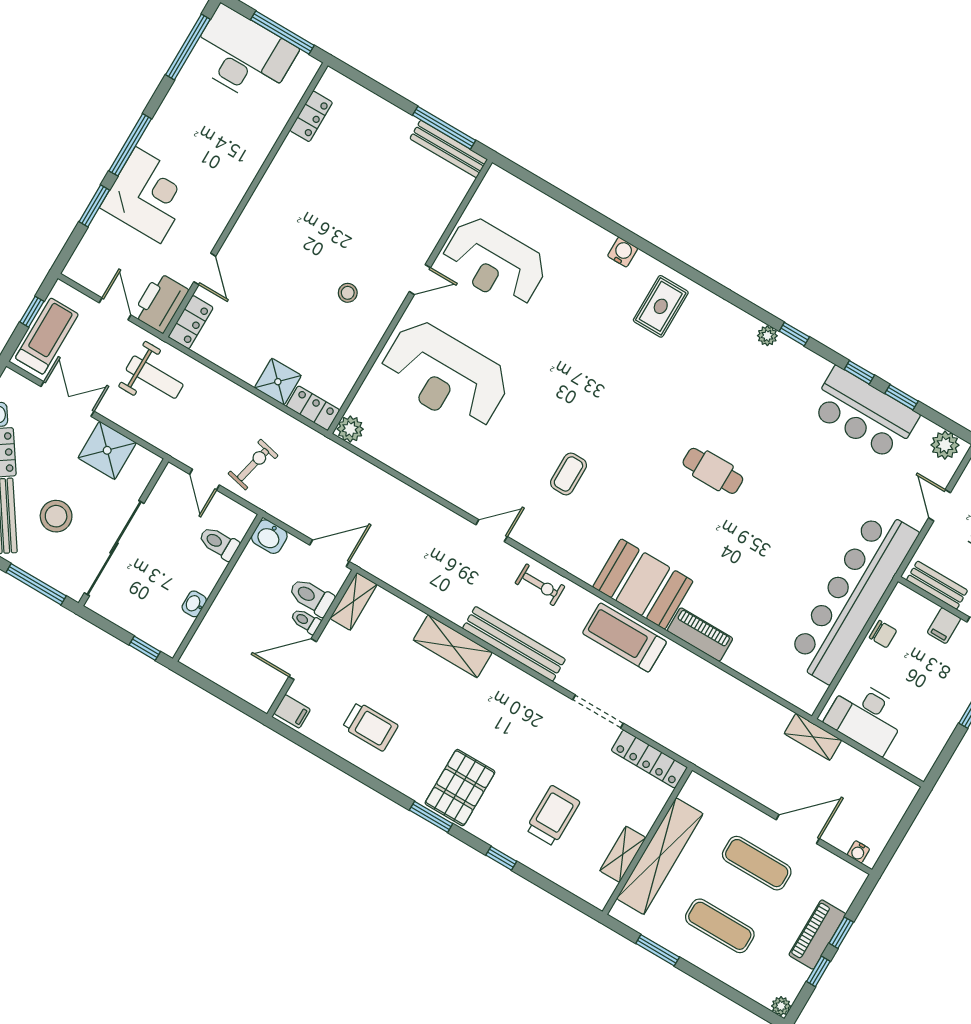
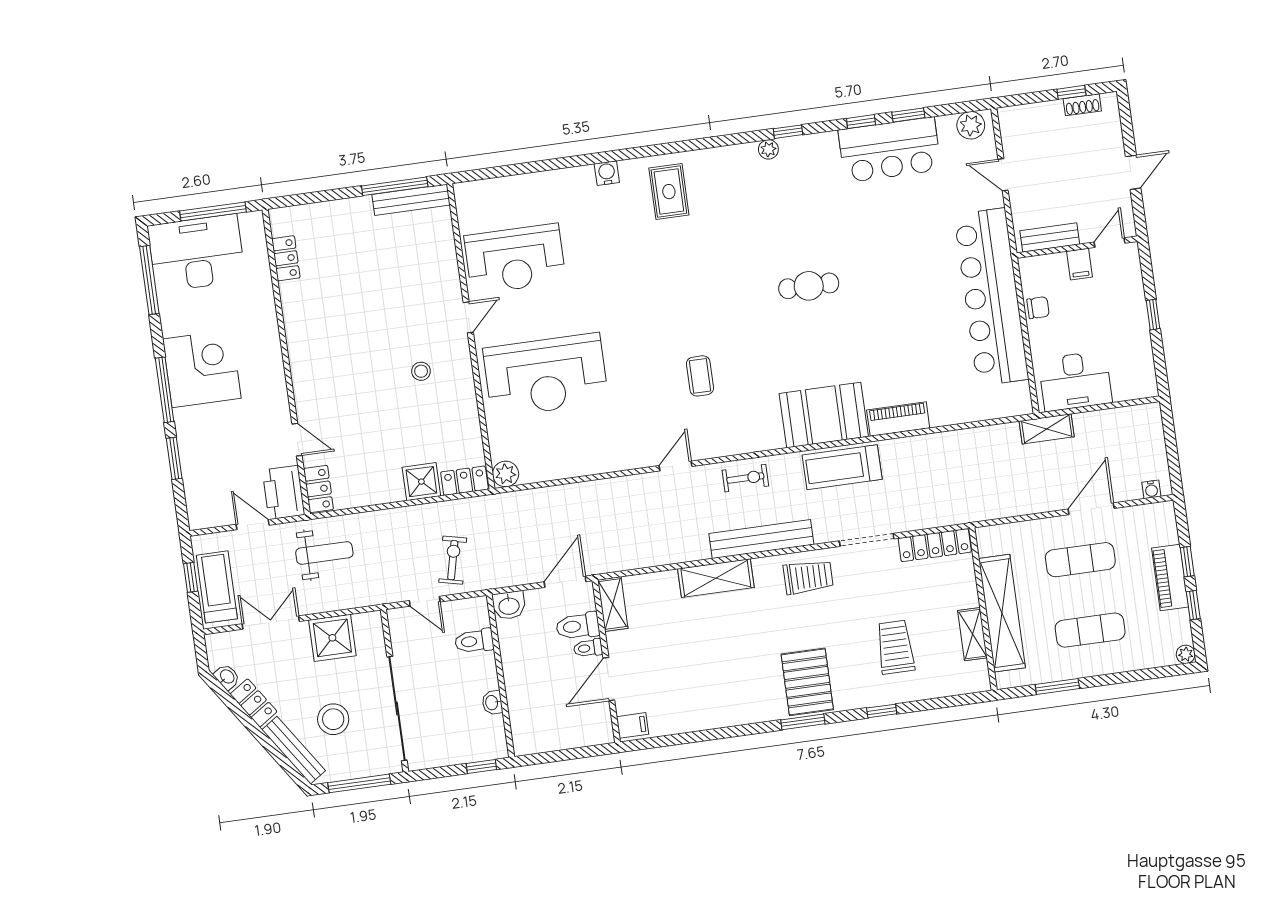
corner desk: (148, 195) -> (202, 369), moved
trolley: (370, 726) -> (808, 577), moved

